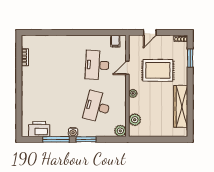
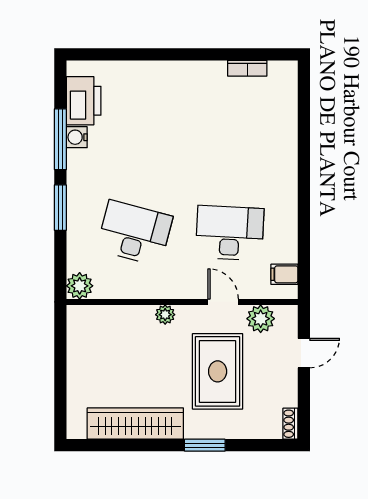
door: (150, 32) -> (304, 353), swing flipped
window: (190, 58) -> (205, 445), moved
plant: (135, 120) -> (261, 319), moved
water cooler: (73, 132) -> (77, 137), moved

